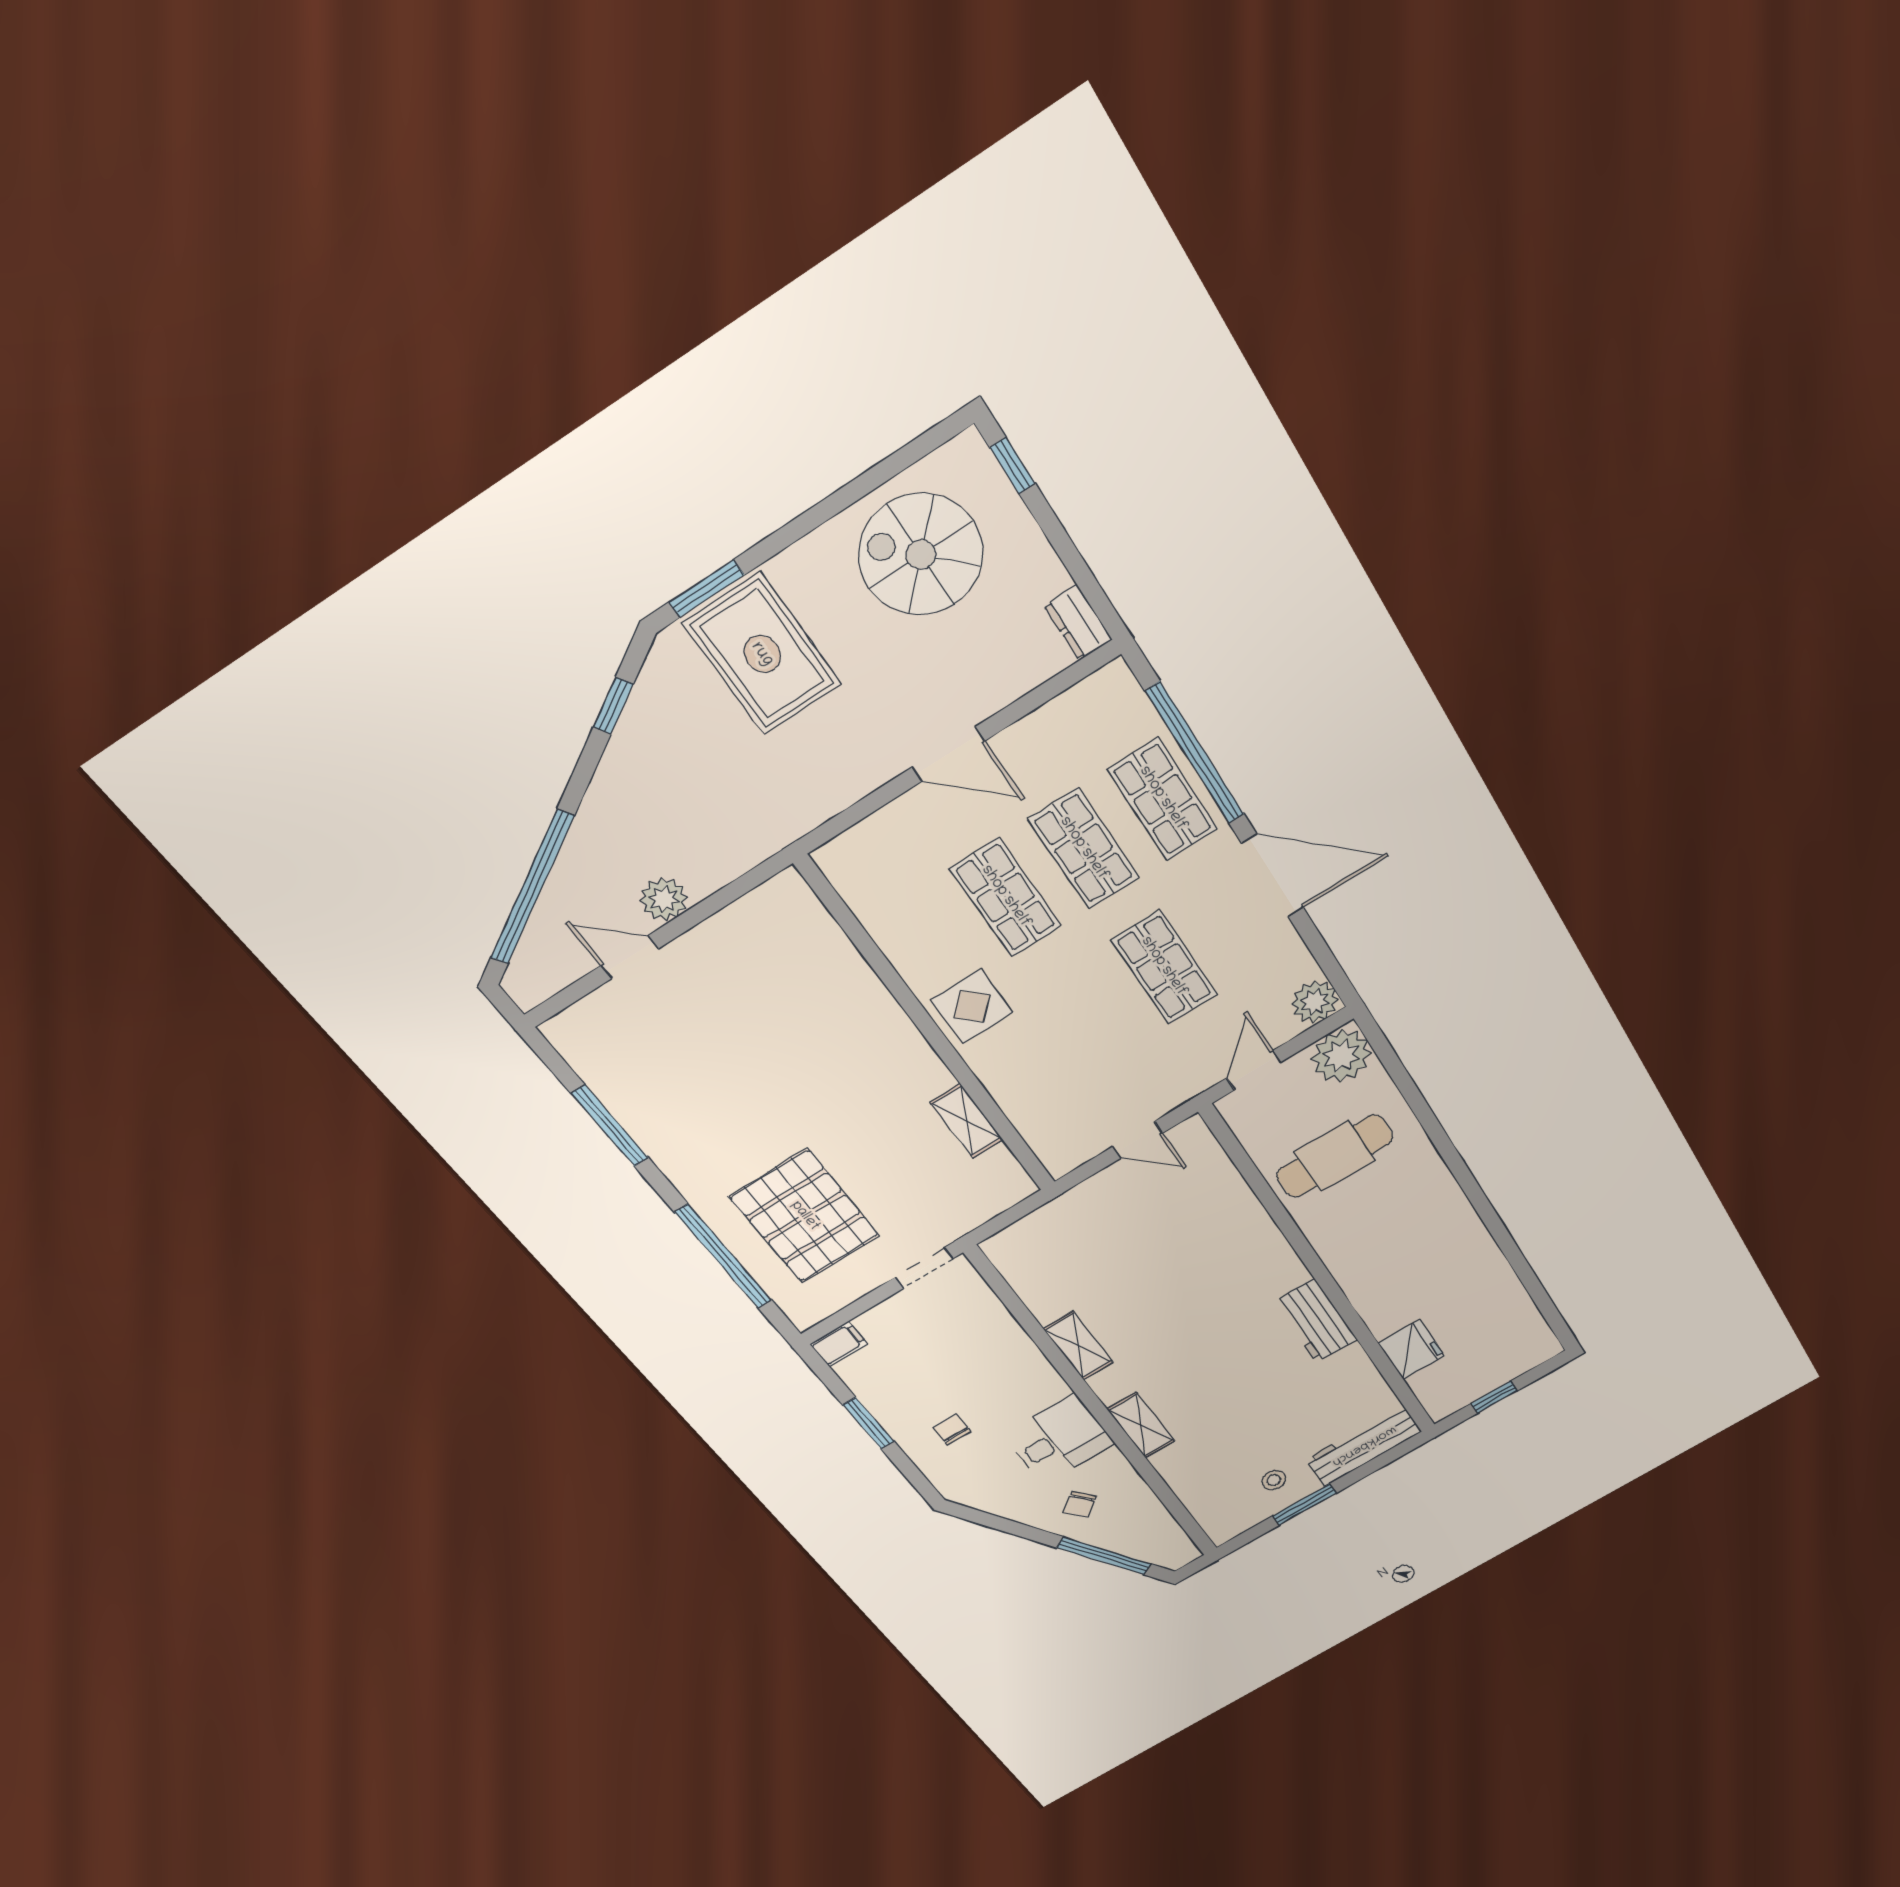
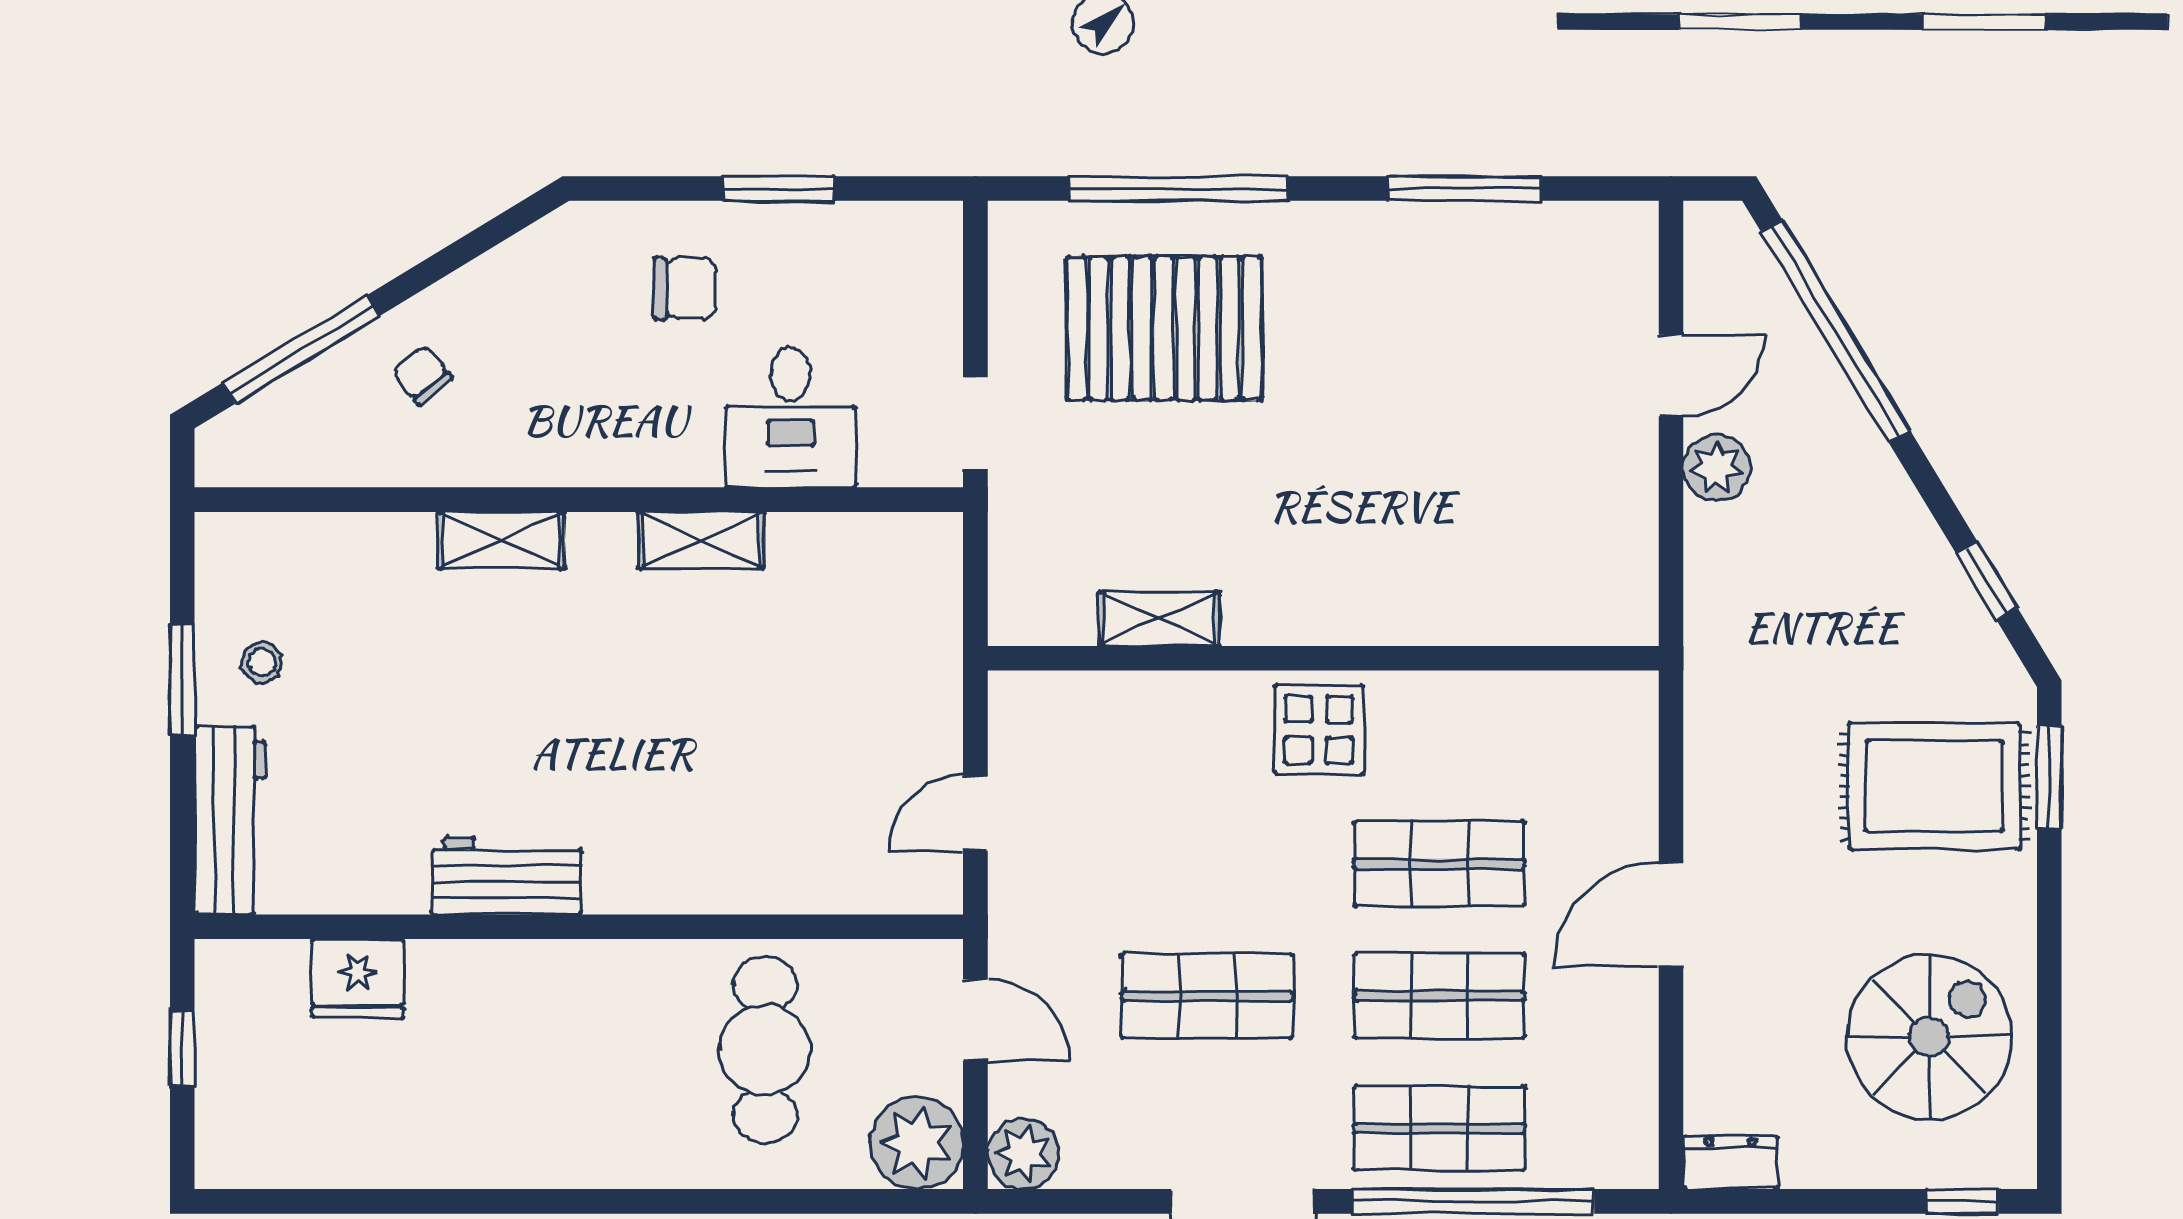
filing cabinet: (839, 1344) -> (936, 237), removed
chair: (952, 1430) -> (684, 288), width x1.37, depth x1.37
desk: (1059, 1439) -> (791, 417), moved

